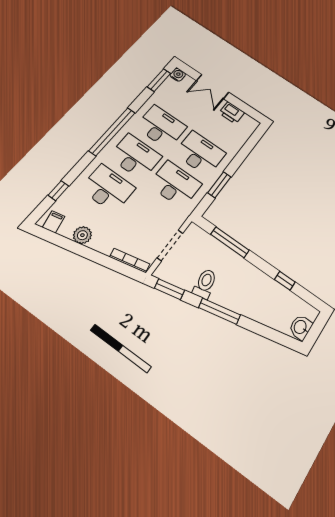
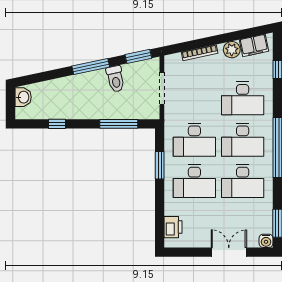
printer: (232, 113) -> (173, 227), moved, turned 90
filing cabinet: (54, 222) -> (254, 45), width x2.00
bookcase: (130, 260) -> (200, 53), moved

